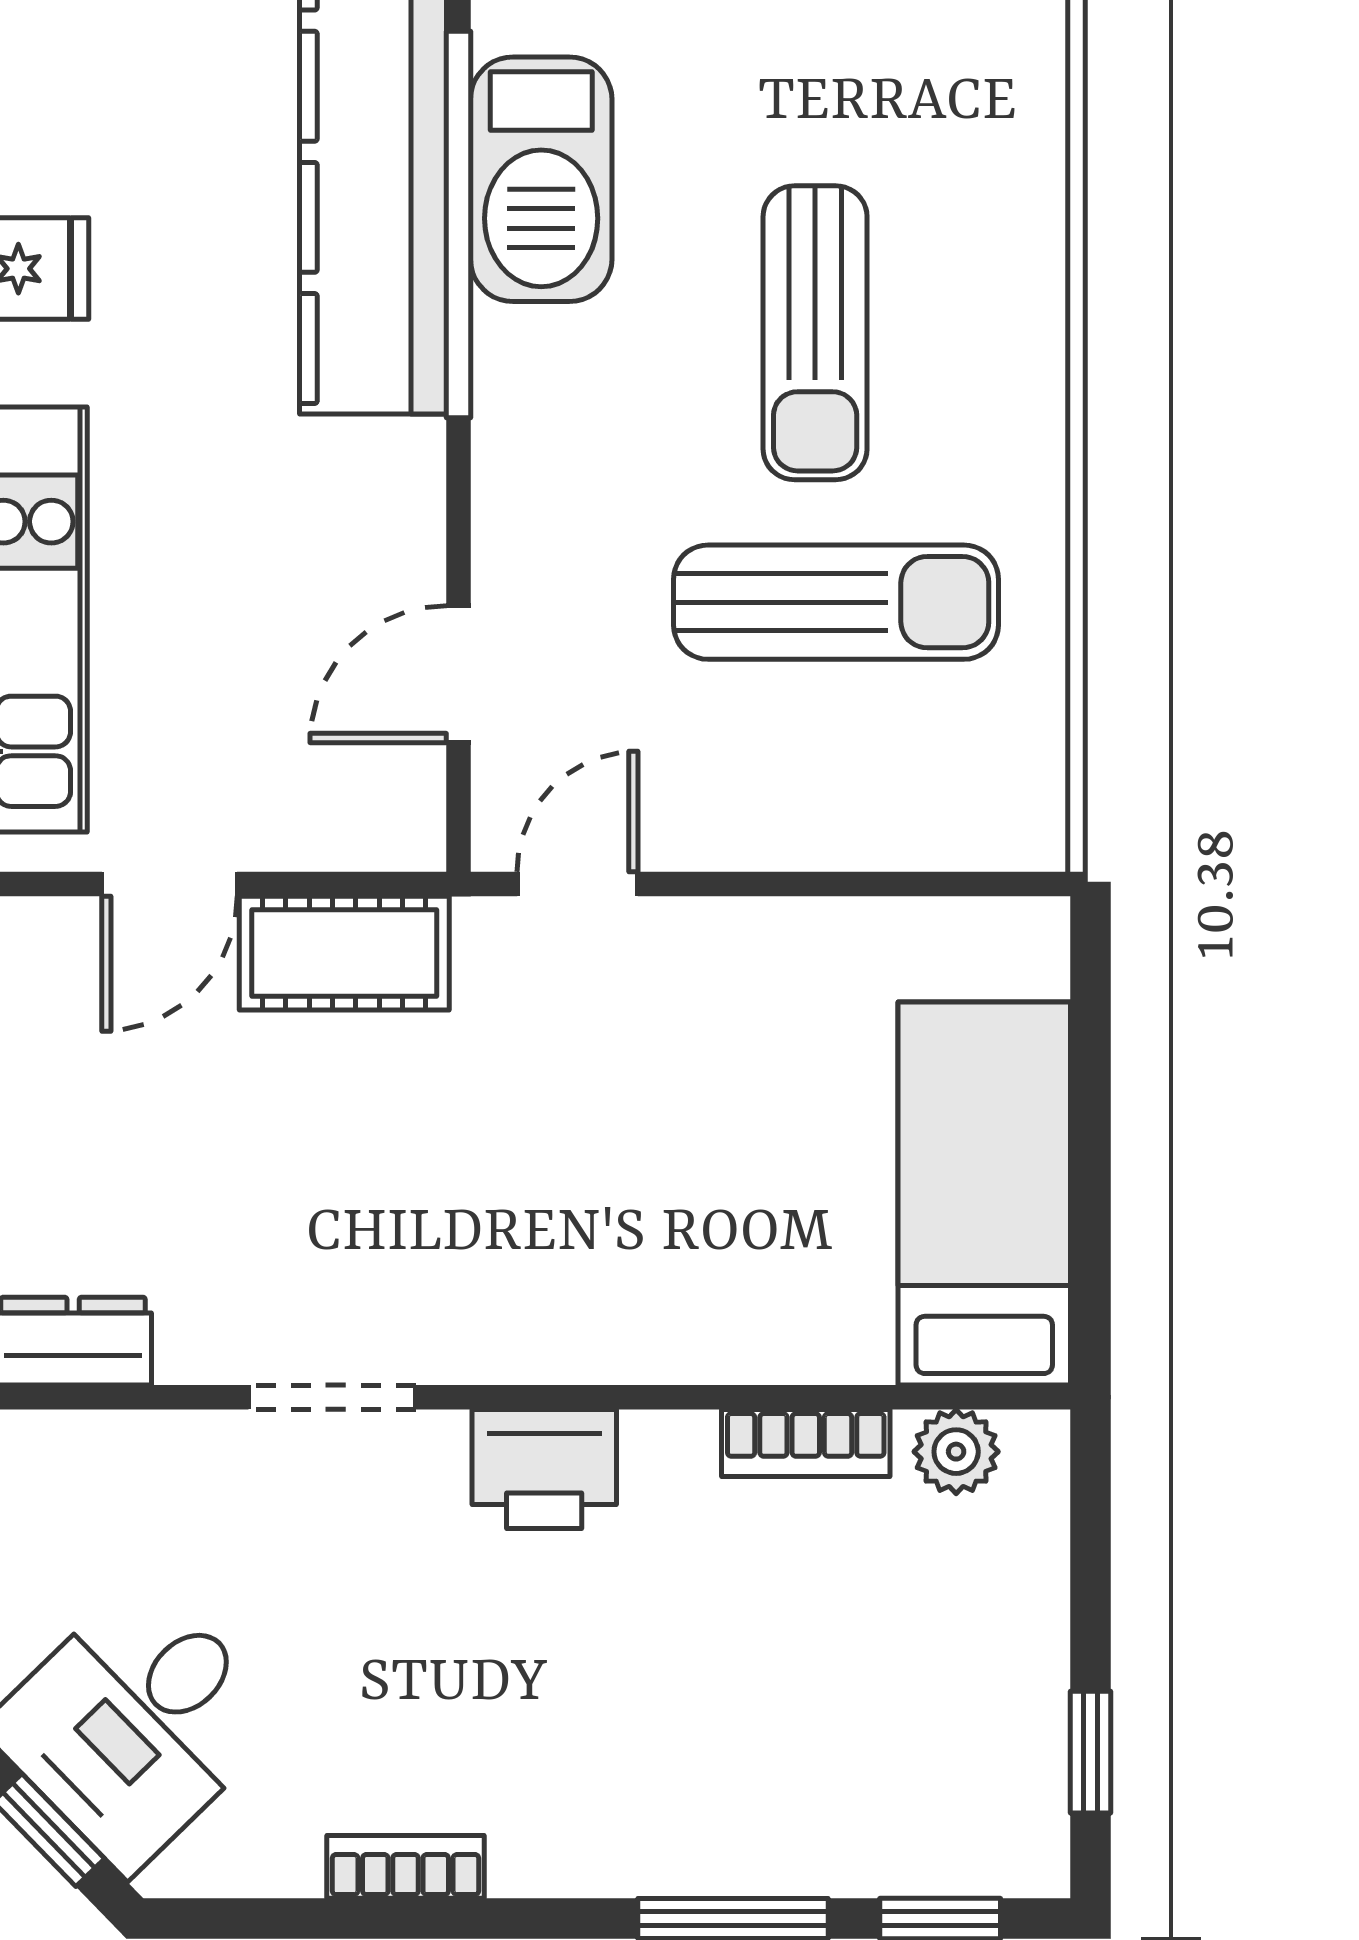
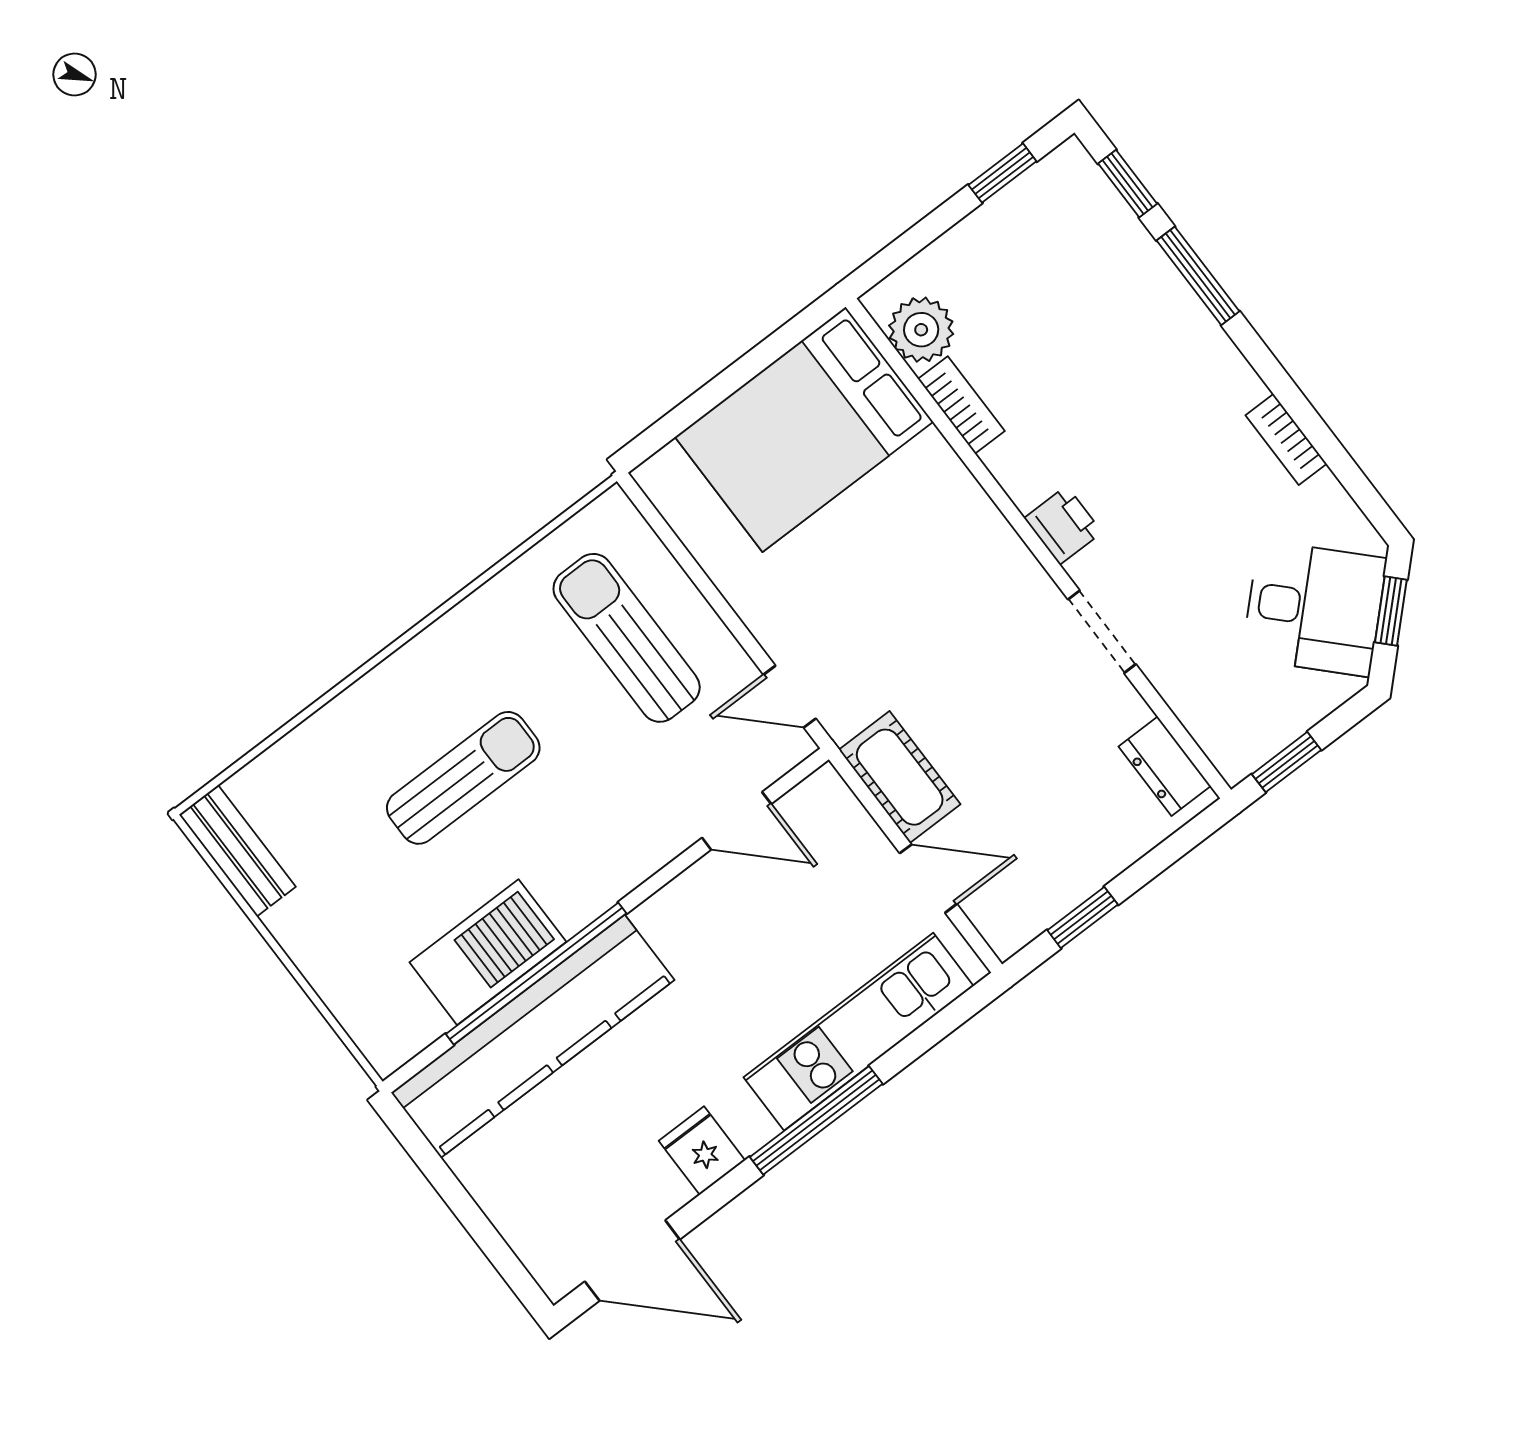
sun lounger: (836, 602) -> (627, 638), moved
bed: (984, 1194) -> (804, 429), width x1.50
plant: (956, 1452) -> (921, 330), width x1.38, depth x1.38
printer: (544, 1469) -> (1063, 525), width x0.73, depth x0.81

